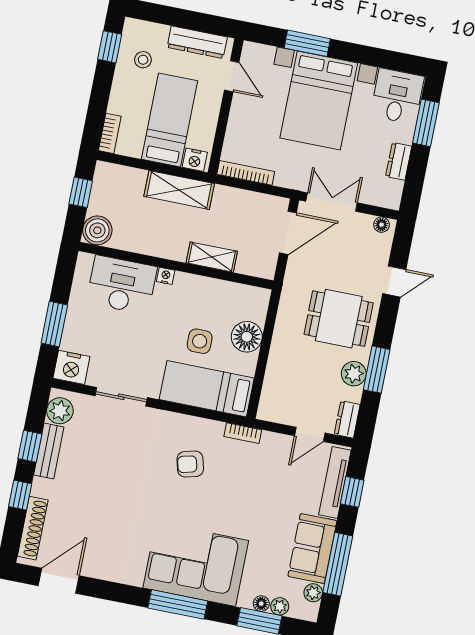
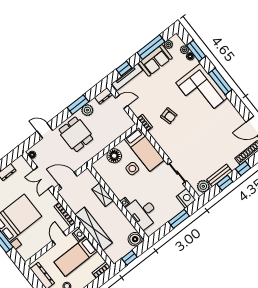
door: (232, 76) -> (59, 238), moved
shelving: (179, 190) -> (94, 229), width x1.47
armchair: (190, 464) -> (169, 116), moved

